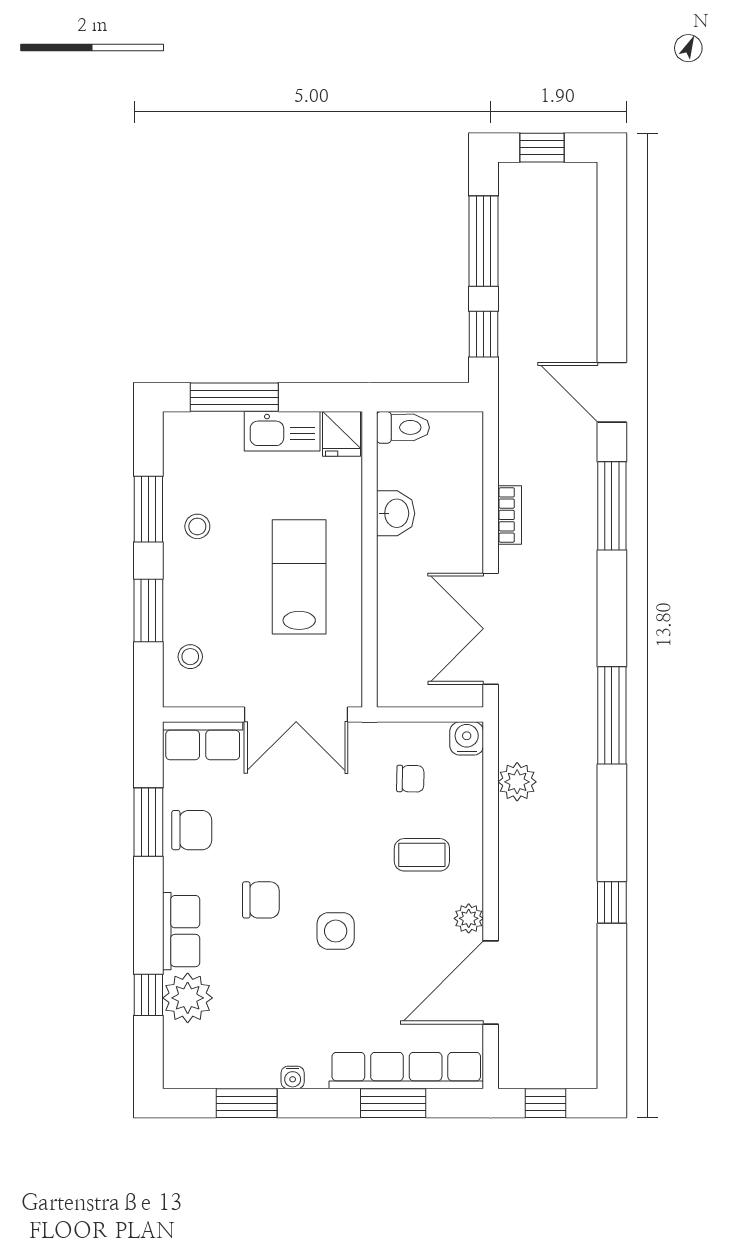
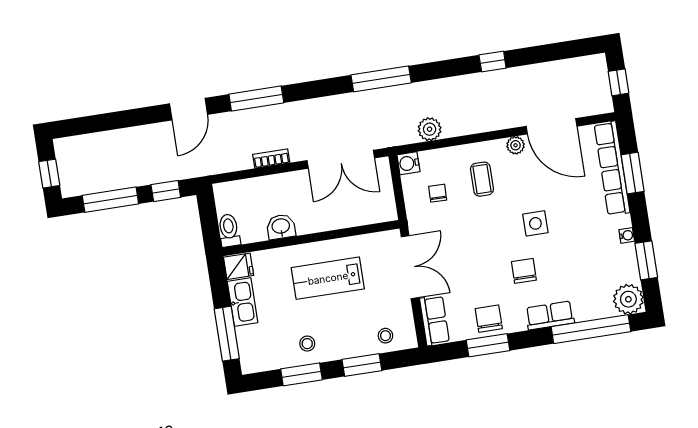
window: (148, 995) -> (591, 329), width x3.17
plant: (188, 998) -> (628, 299), moved

